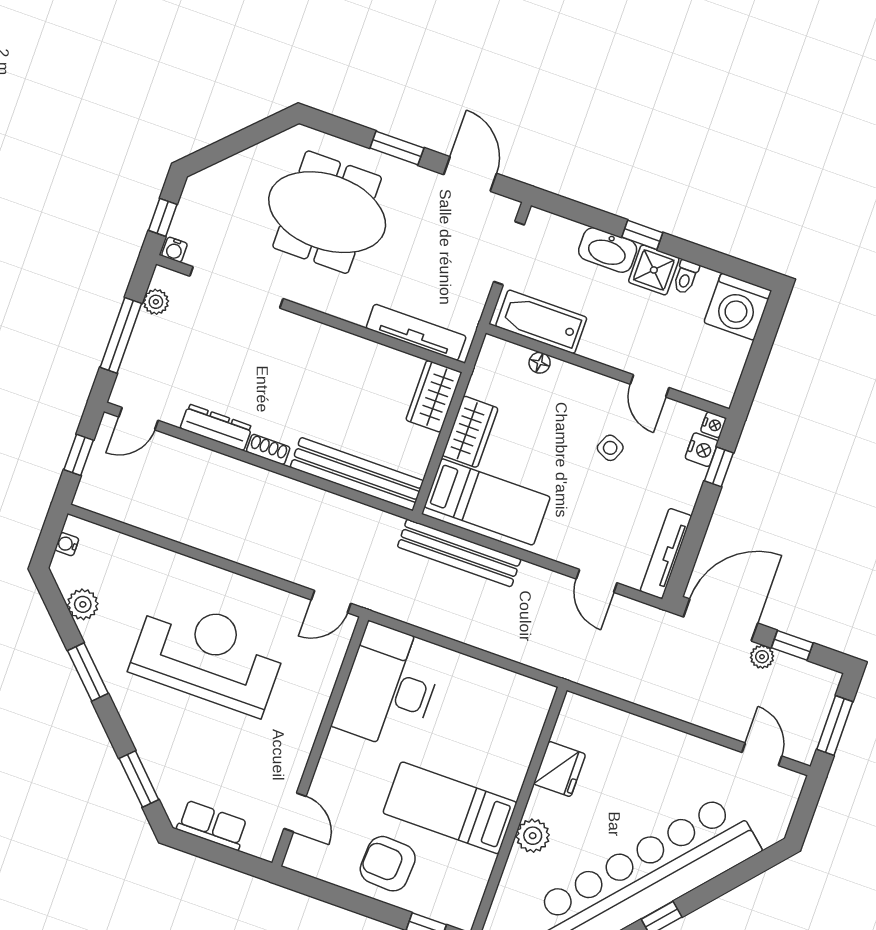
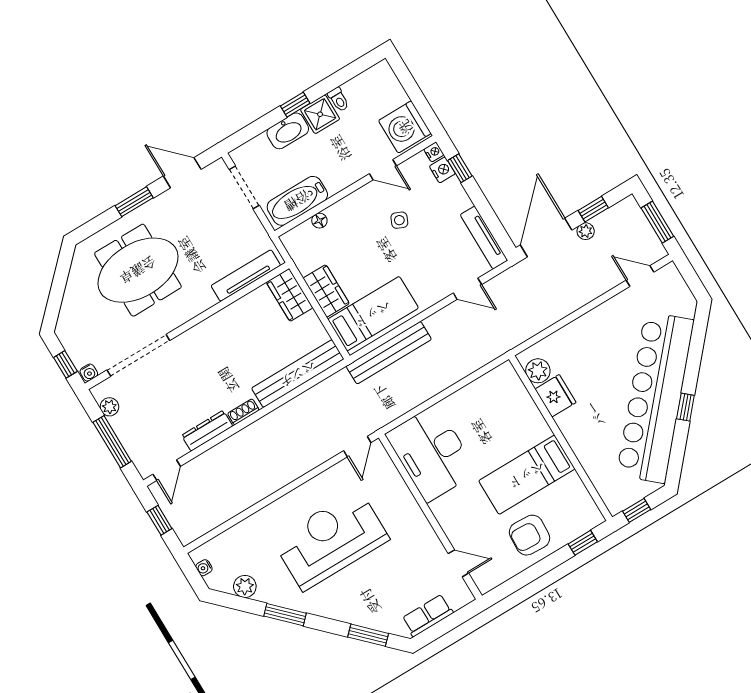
washing machine: (738, 307) -> (405, 127), moved, turned 90
plant: (533, 836) -> (538, 371), moved

